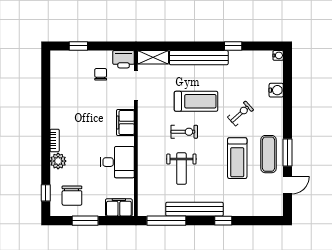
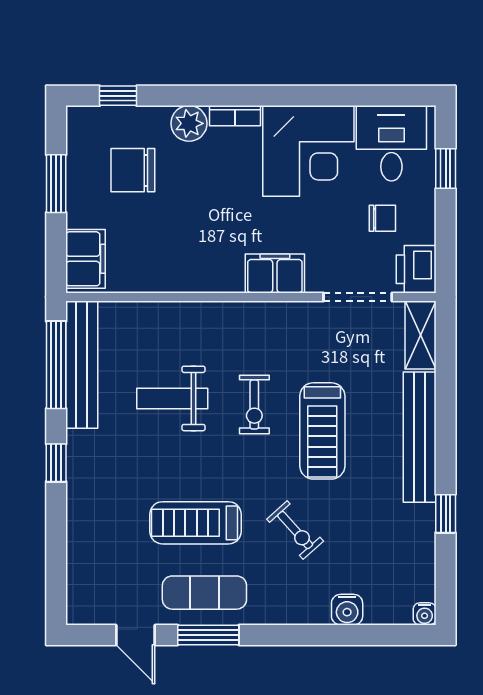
corner desk: (70, 108) -> (308, 151), added
desk: (117, 162) -> (391, 143), moved, turned 180
chair: (72, 196) -> (133, 170), moved
bench: (195, 209) -> (82, 365), moved
window: (223, 221) -> (56, 463), moved

